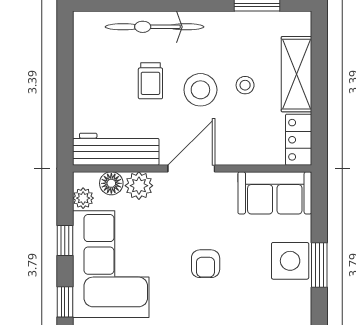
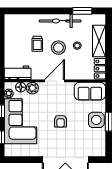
bicycle: (155, 27) -> (60, 21), moved
workbench: (116, 149) -> (18, 73), width x0.73

